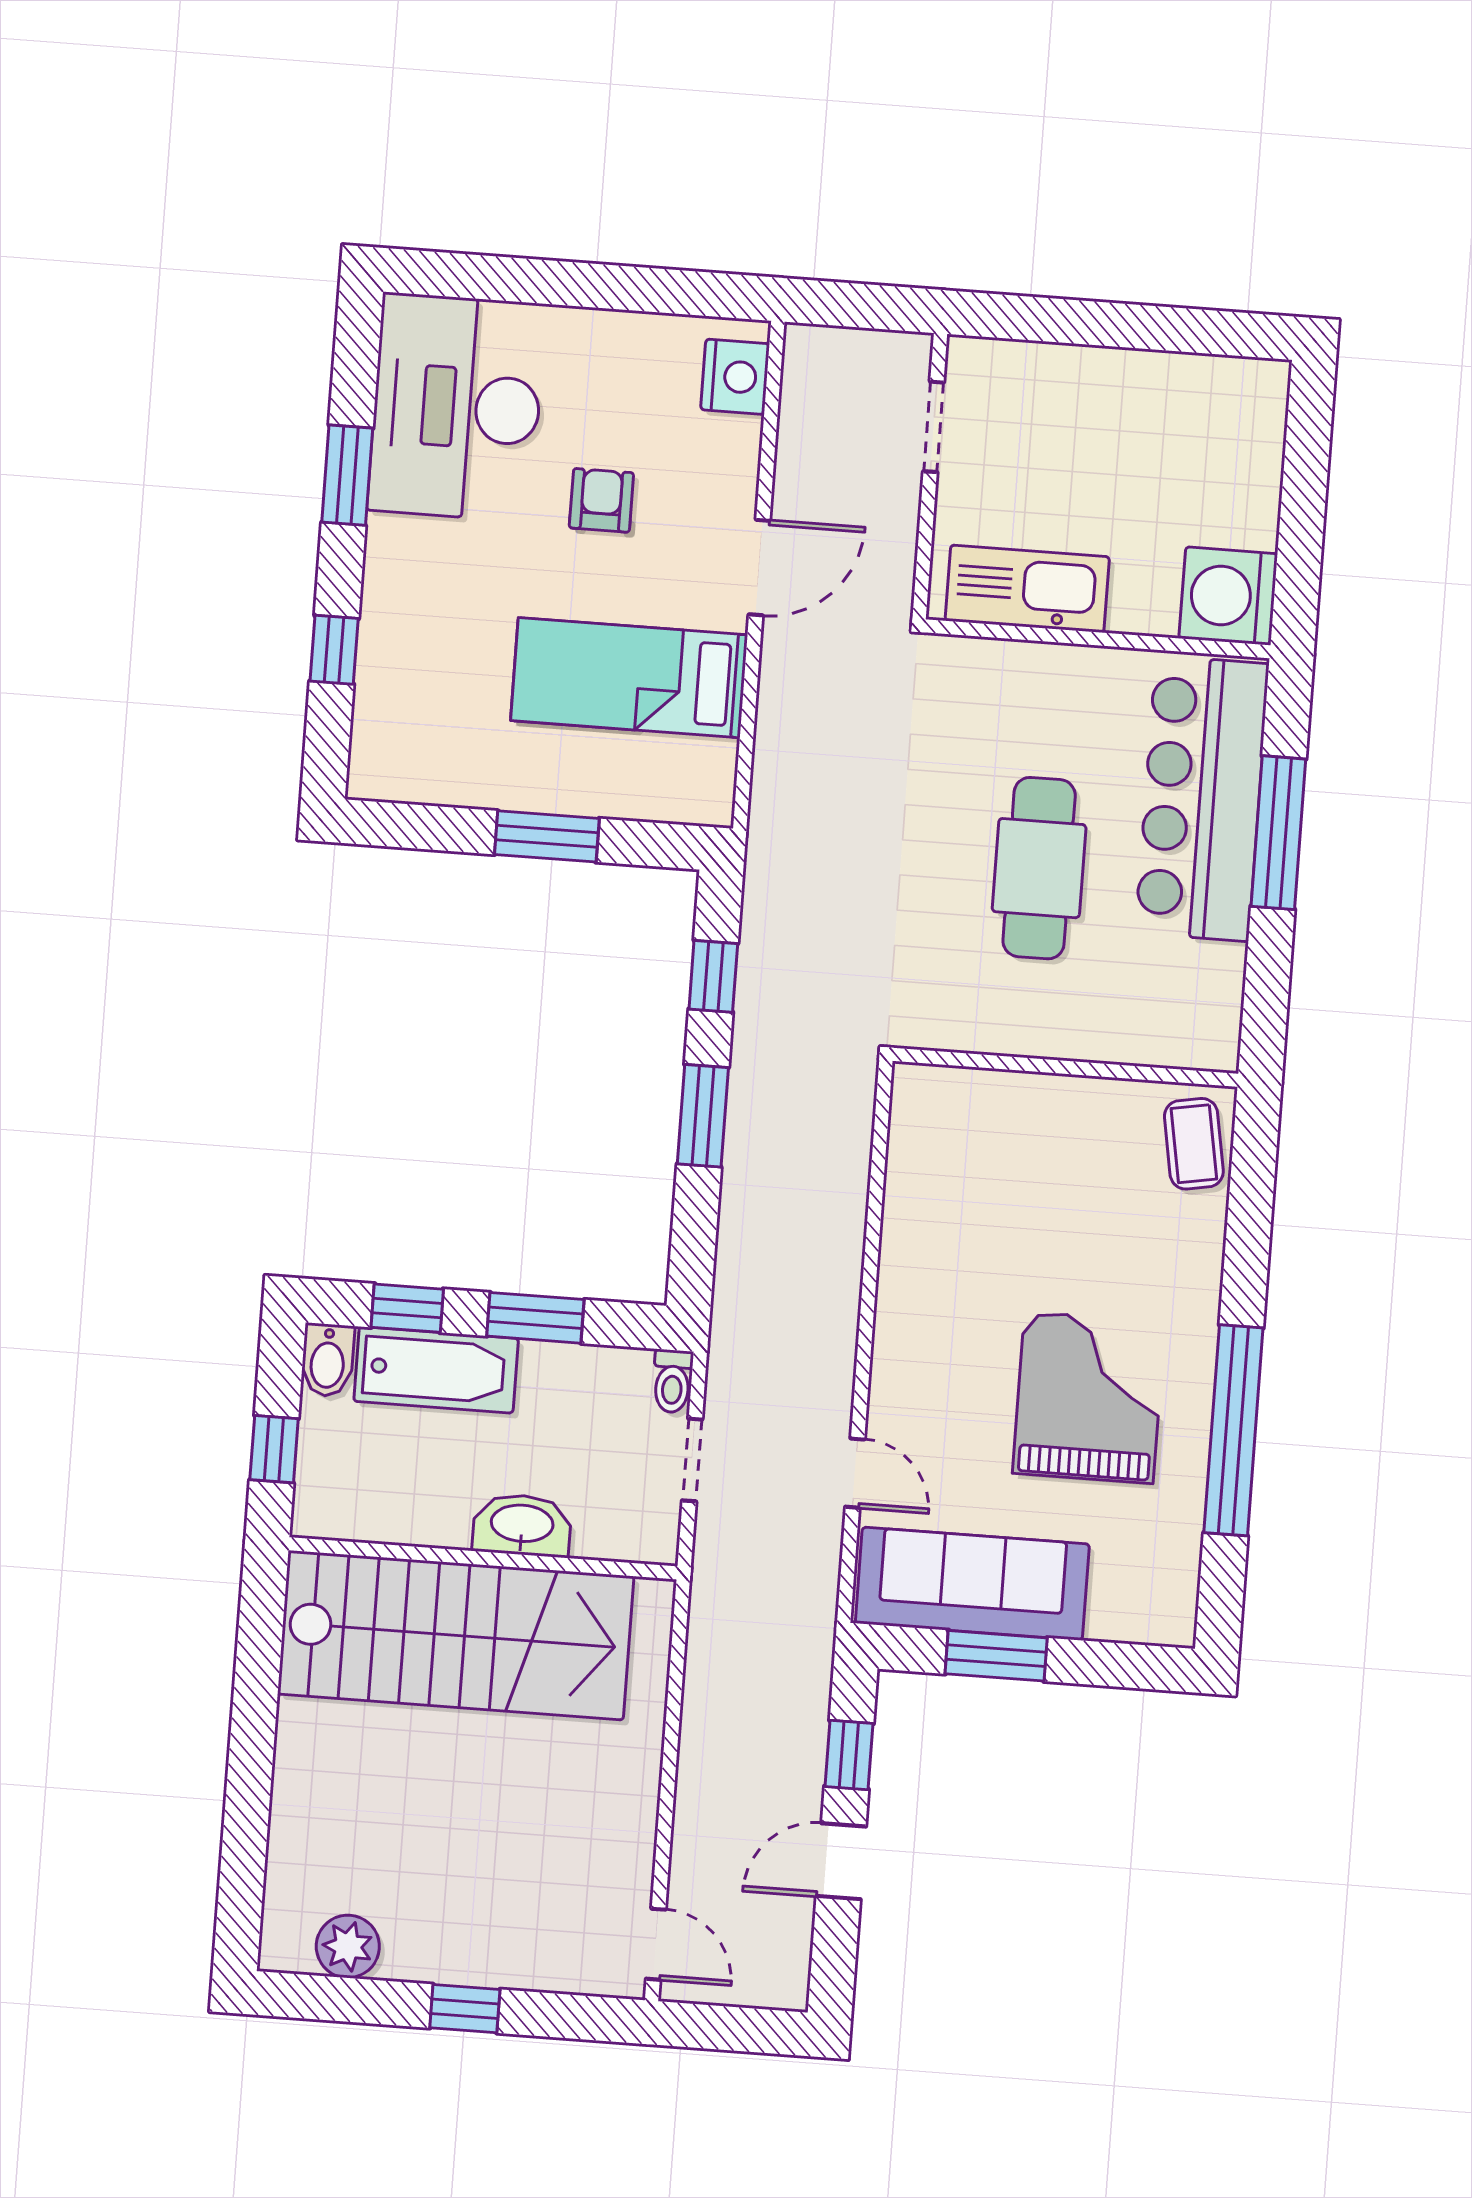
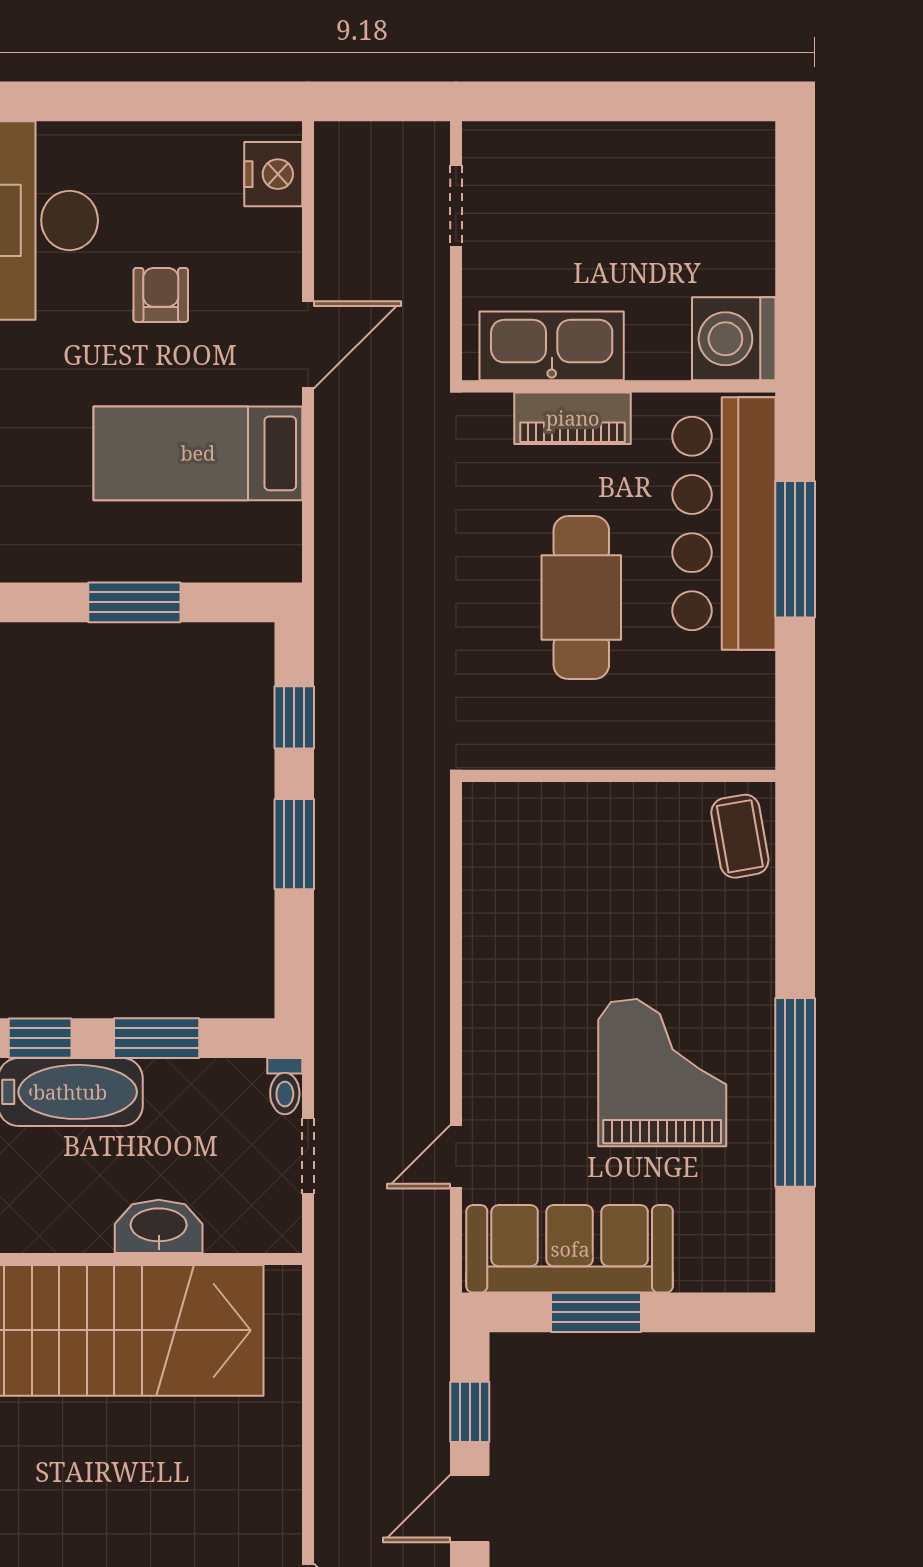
piano: (1044, 670) -> (573, 418), added
door: (855, 1473) -> (456, 1157), swing flipped

